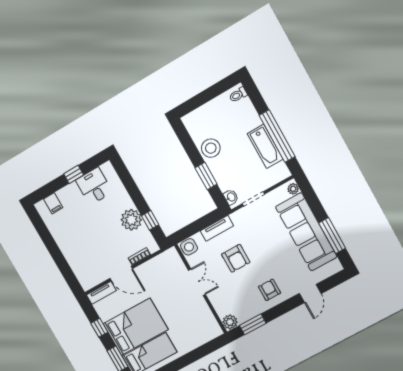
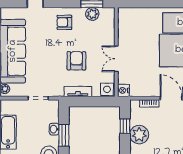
washbasin: (231, 197) -> (54, 129), moved
nightstand: (172, 255) -> (123, 90), added
armchair: (269, 290) -> (64, 22), turned 90
plant: (230, 322) -> (92, 14), moved

